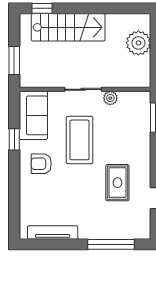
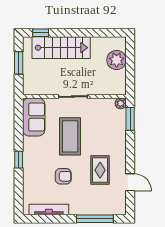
window: (14, 61) -> (19, 63), moved
plant: (110, 98) -> (121, 103), moved
window: (14, 139) -> (19, 160), moved
armchair: (41, 164) -> (63, 176), moved, turned 180

